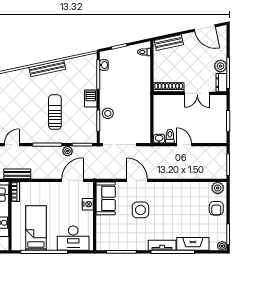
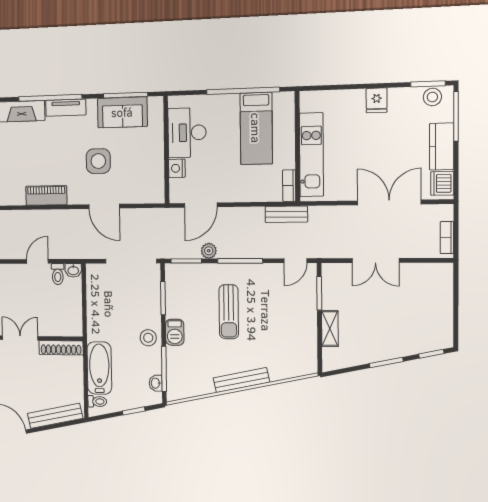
bench: (169, 43) -> (55, 416), width x1.36
bathtub: (142, 74) -> (99, 368), added
stool: (108, 113) -> (148, 338), moved
door: (184, 145) -> (37, 261), swing flipped
piano: (177, 188) -> (46, 195), added
sofa: (106, 198) -> (122, 112), moved, turned -90
desk: (73, 238) -> (187, 133), moved, turned -90

